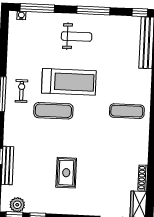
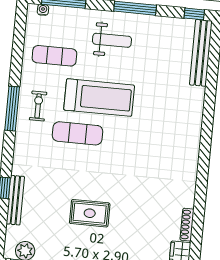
exercise mat: (127, 111) -> (54, 56), moved
rug: (66, 173) -> (90, 213), turned 90

